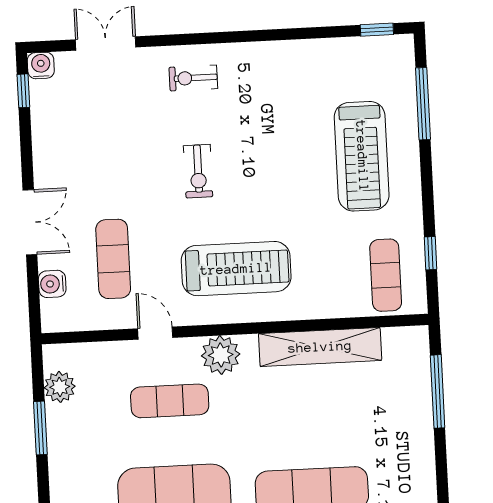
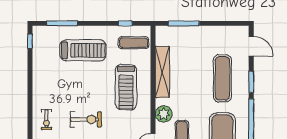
exercise bike: (198, 171) -> (86, 119), width x1.38, depth x1.39
treadmill: (236, 269) -> (126, 87), moved, turned 180

